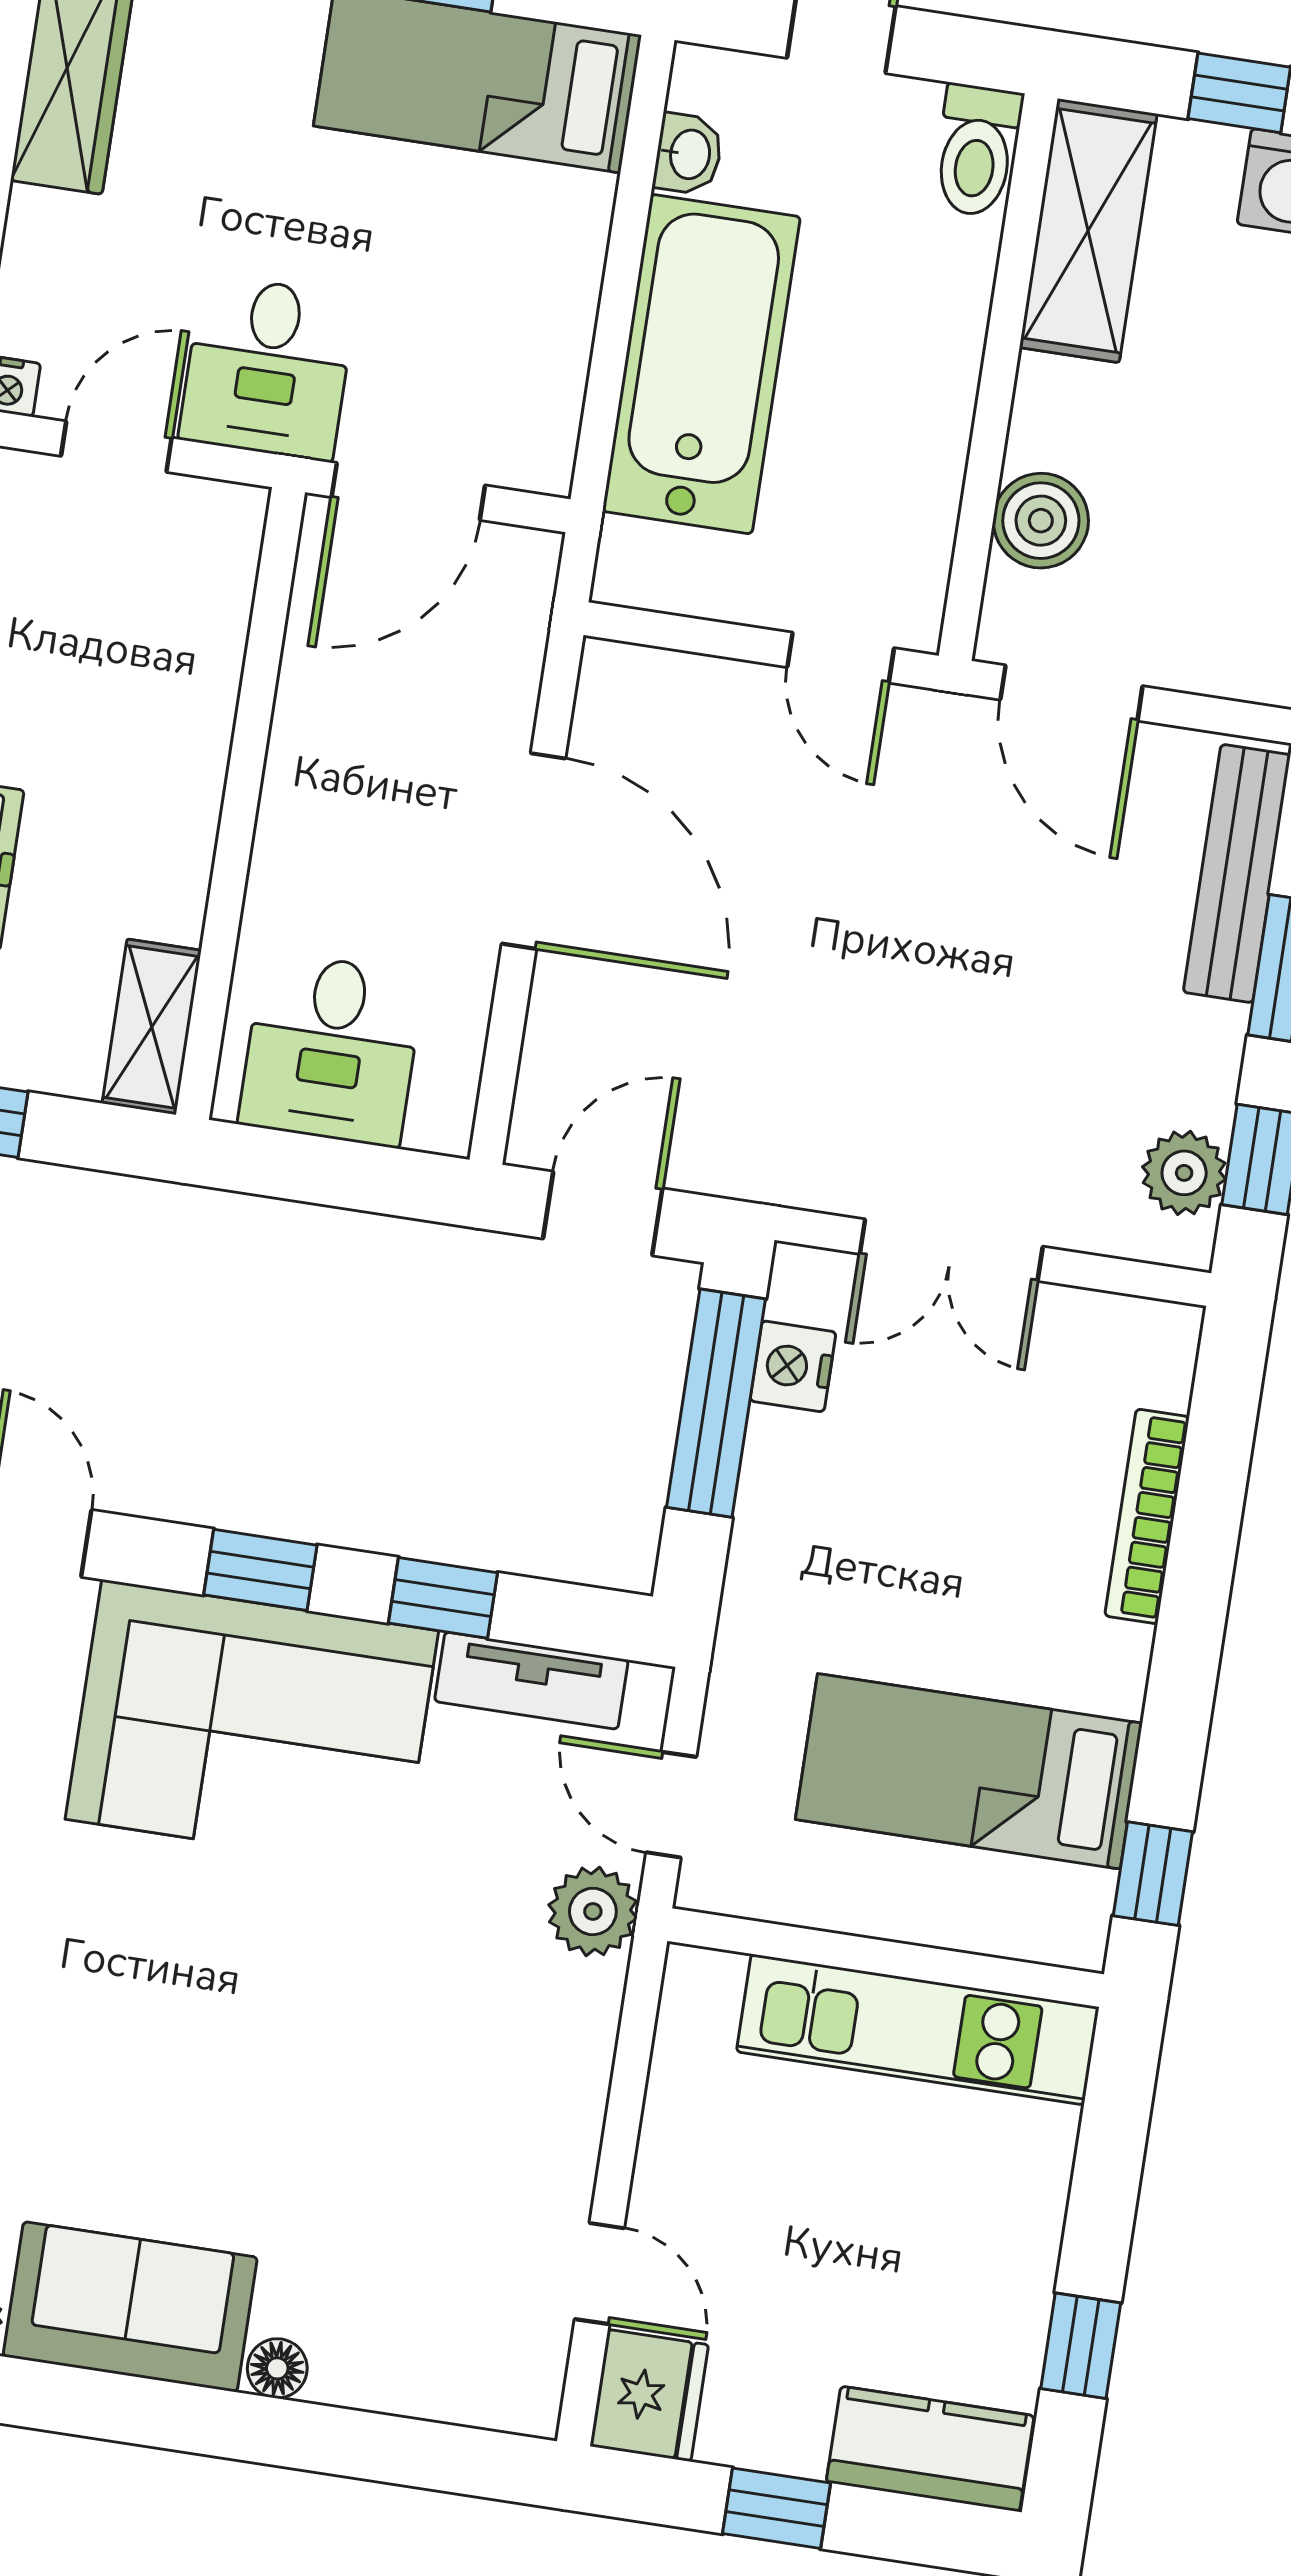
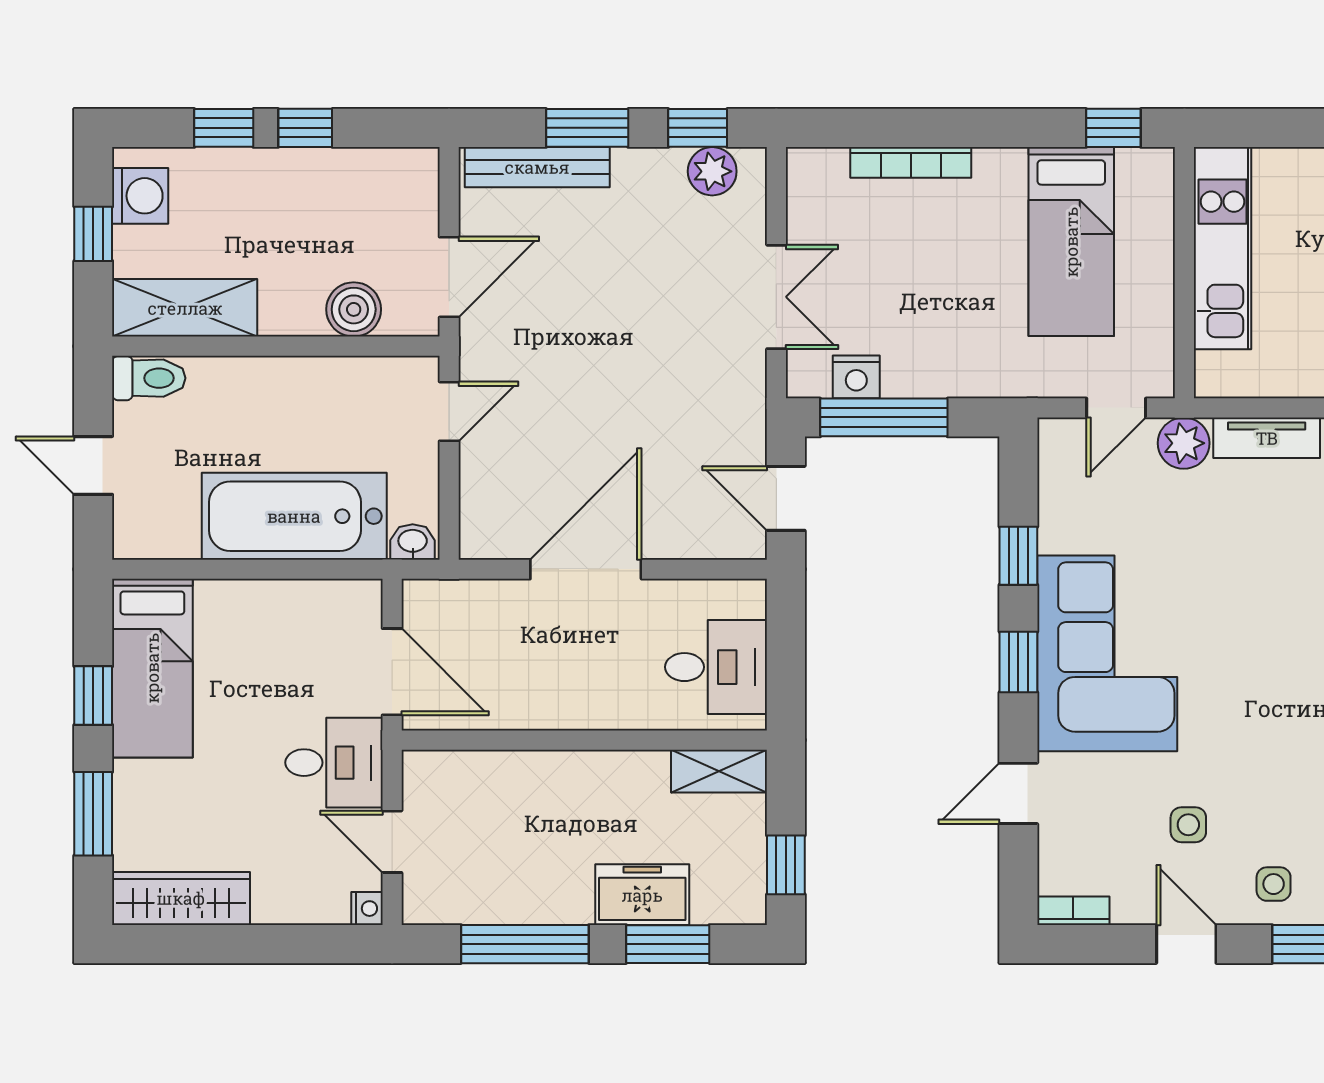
washbasin: (688, 154) -> (413, 542), moved
tv unit: (531, 1681) -> (1267, 438), moved, turned 90

